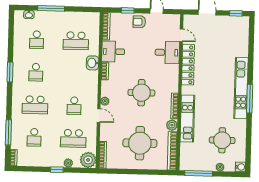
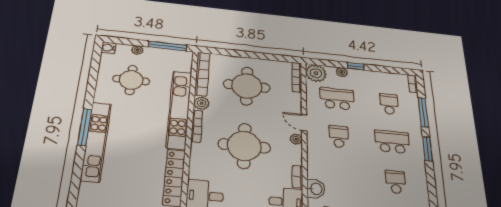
window: (10, 72) -> (427, 149), moved
round table: (141, 93) -> (244, 146), width x1.36, depth x1.36
kitchen unit: (187, 118) -> (179, 109), width x1.36

